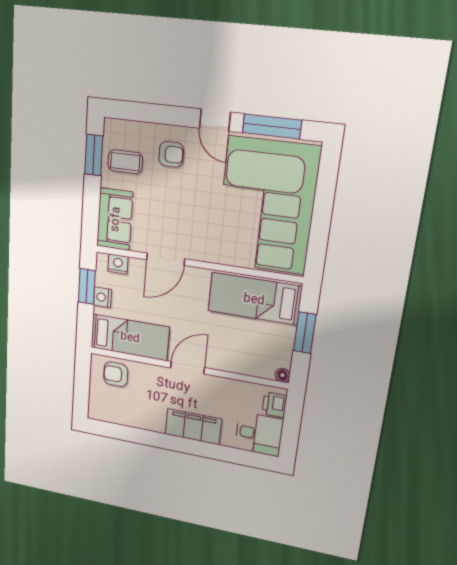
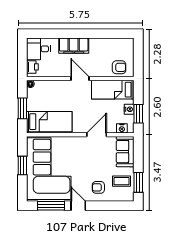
window: (321, 220) -> (22, 165), added
door: (188, 368) -> (80, 79), swing flipped

